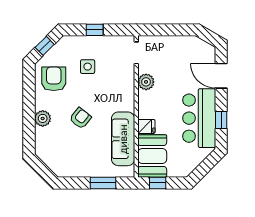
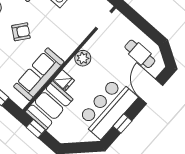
cafe table: (187, 54) -> (140, 54), added
plant: (146, 82) -> (83, 58), moved

